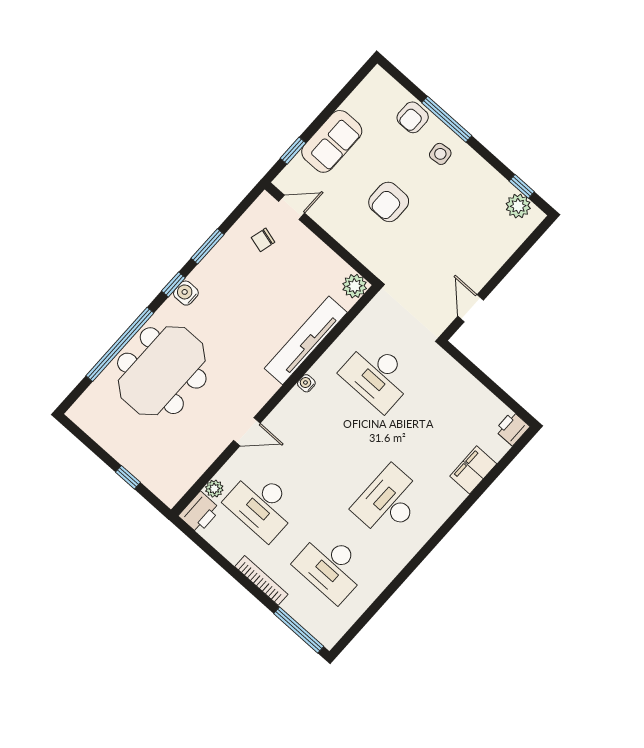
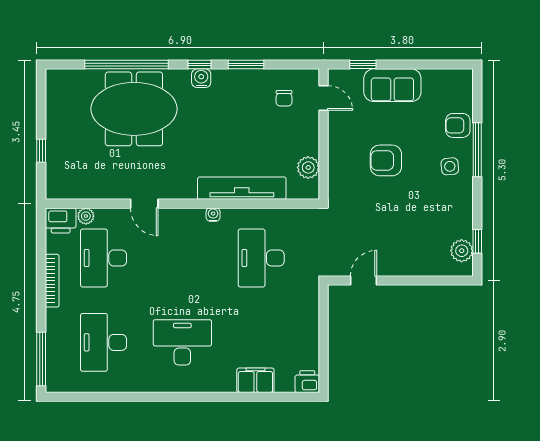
chair: (263, 240) -> (284, 98), turned -105
plant: (355, 286) -> (308, 167), moved
bookcase: (261, 580) -> (52, 281), moved

